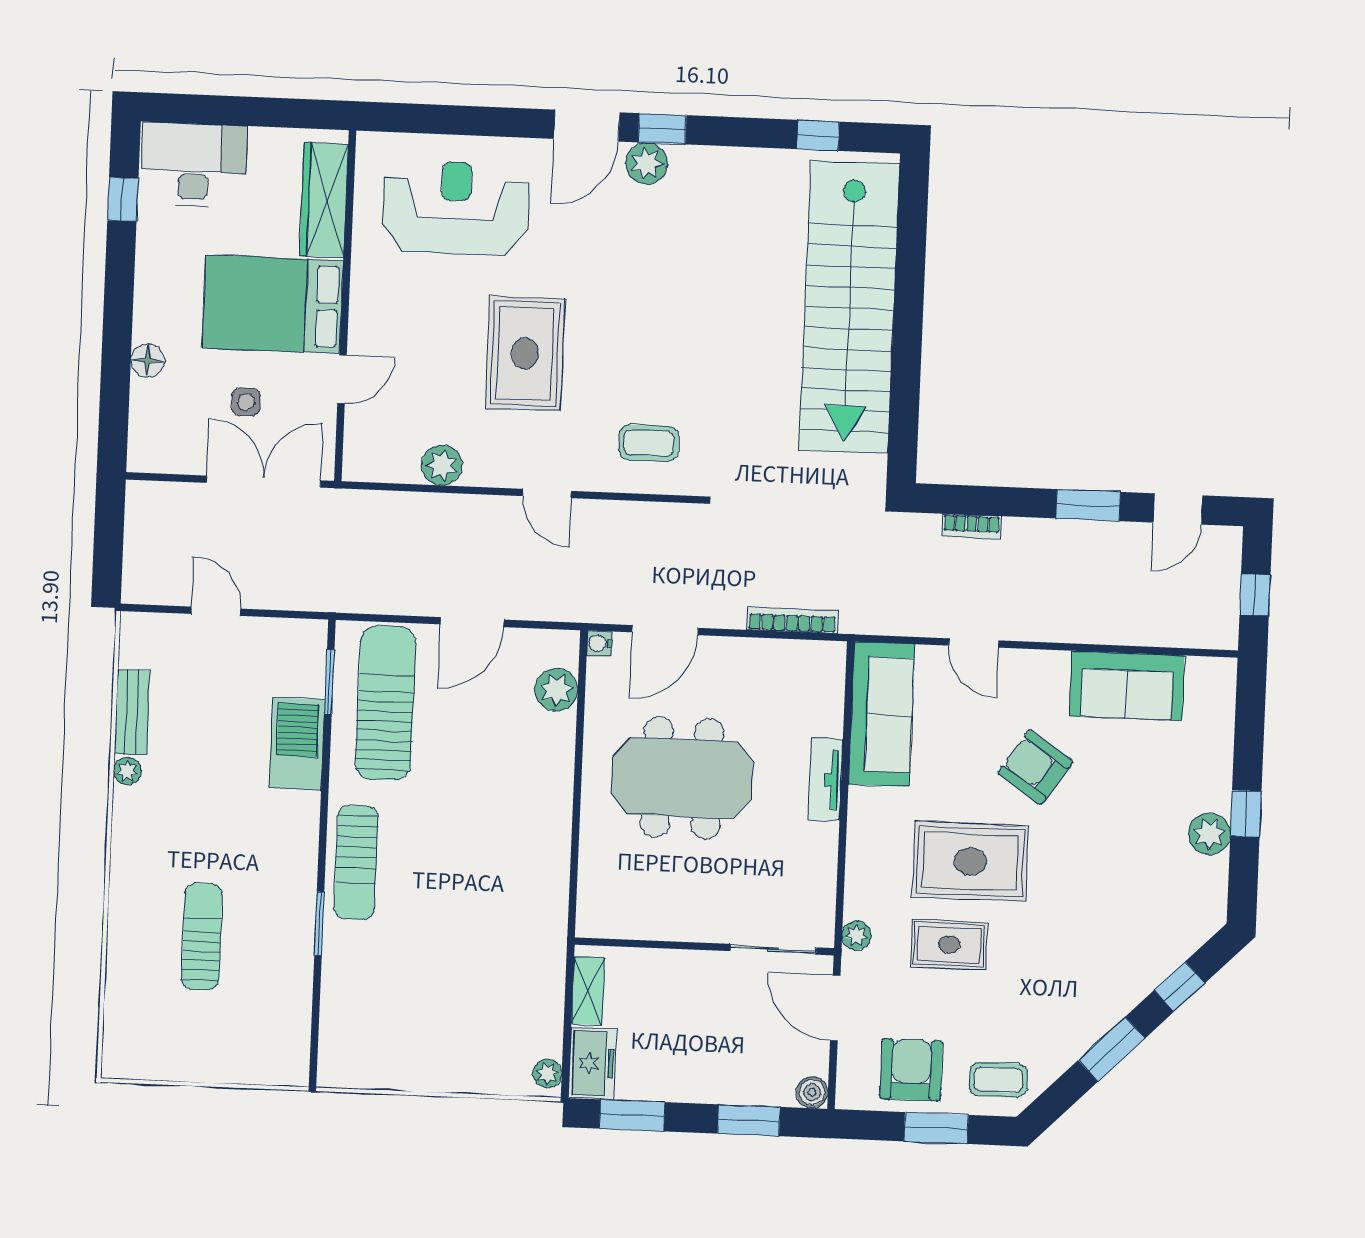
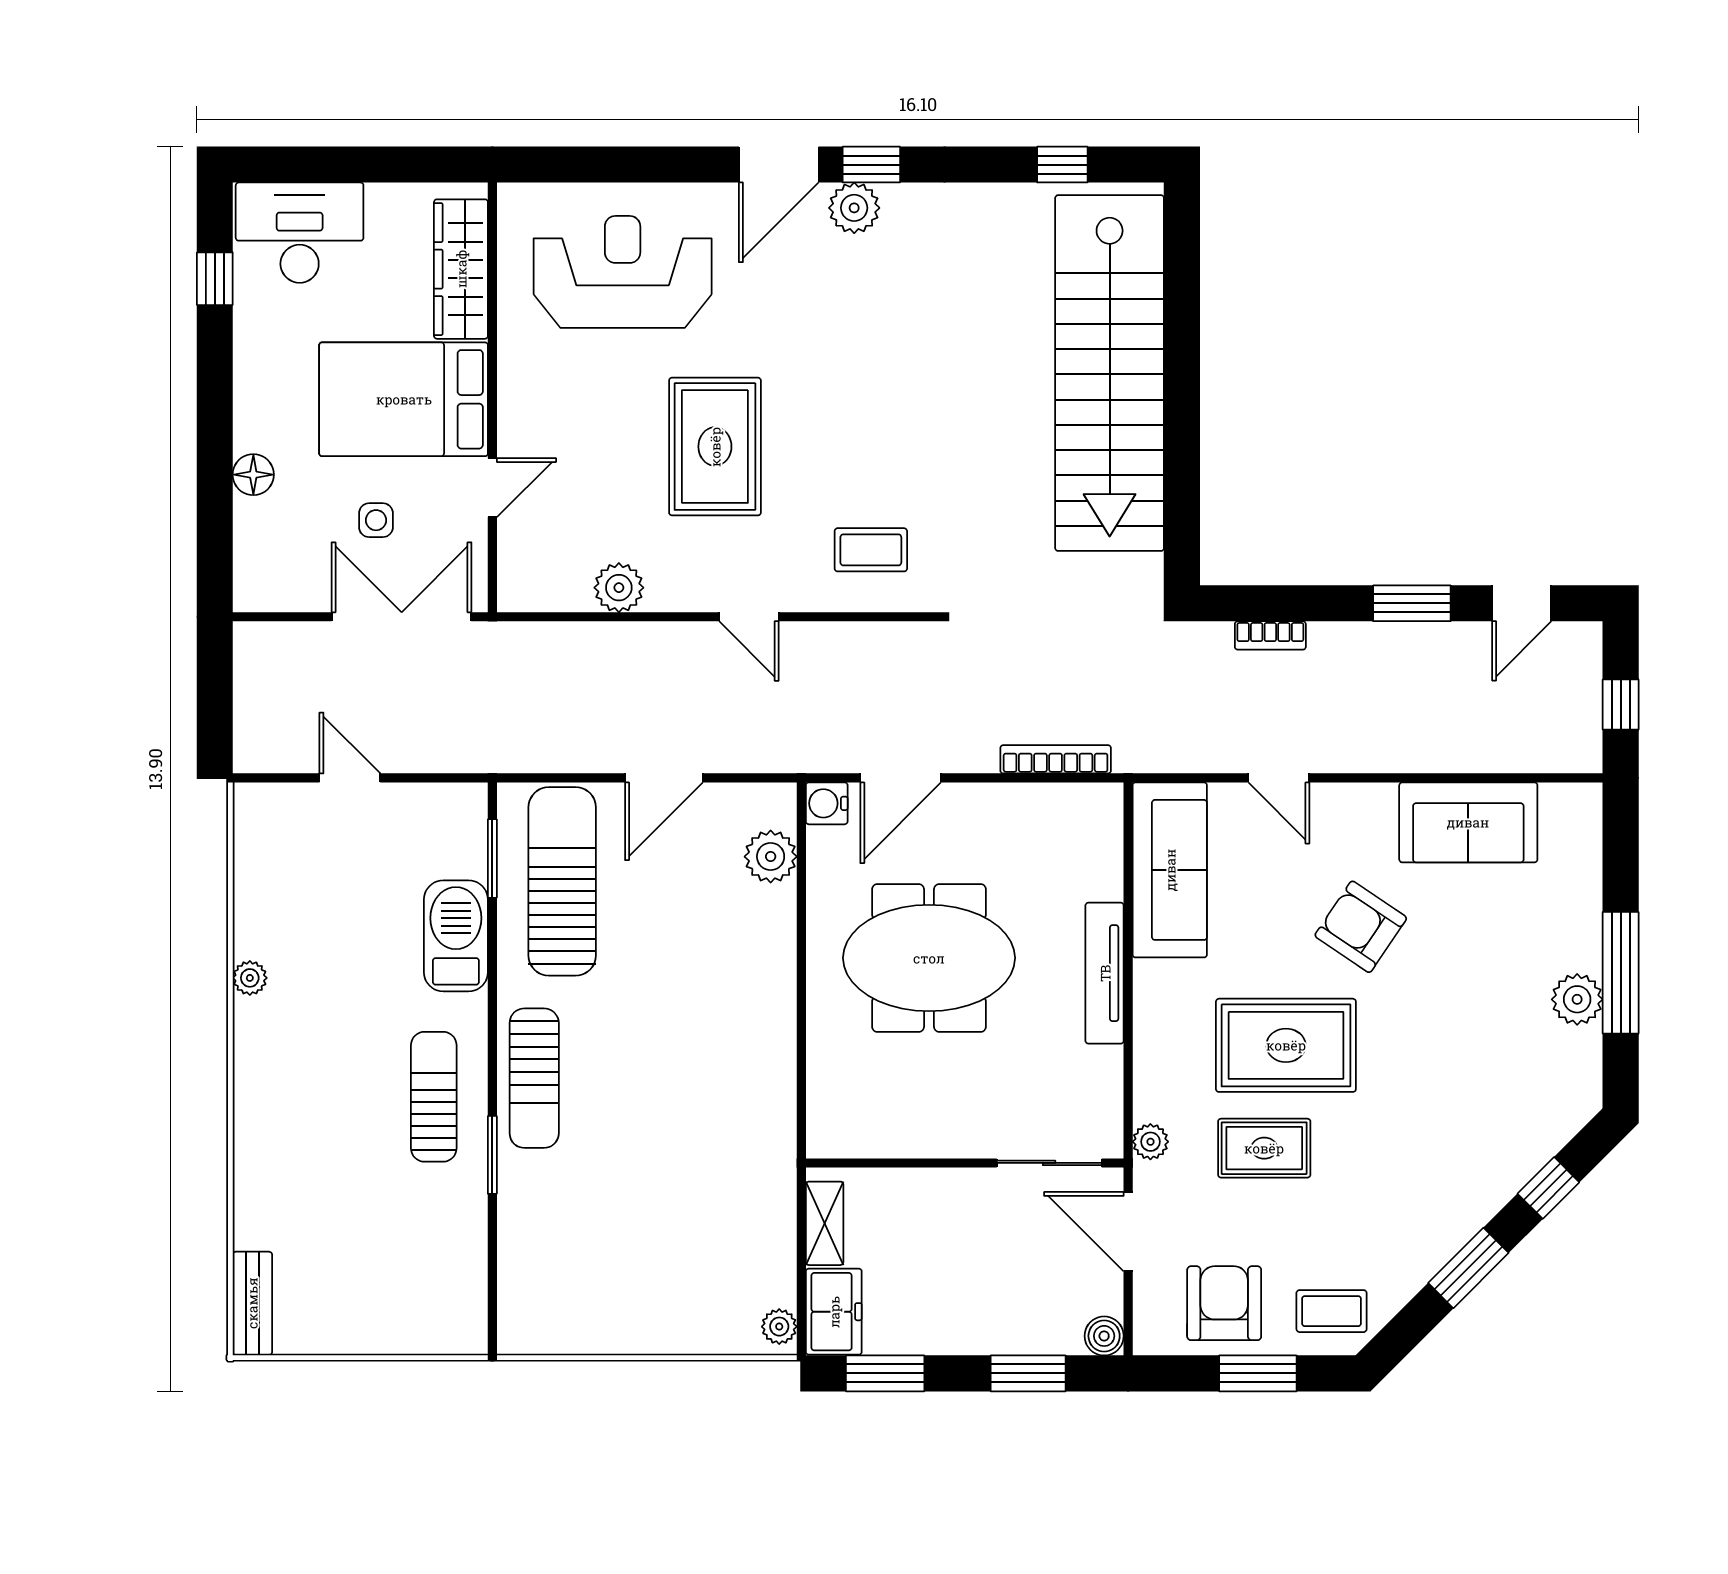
water cooler: (599, 643) -> (827, 803), width x1.38, depth x1.38
bench: (132, 712) -> (252, 1303), moved
tv unit: (826, 780) -> (1105, 973), width x1.41
window: (1246, 814) -> (1621, 973), width x2.17
sun lounger: (202, 936) -> (434, 1097), moved

